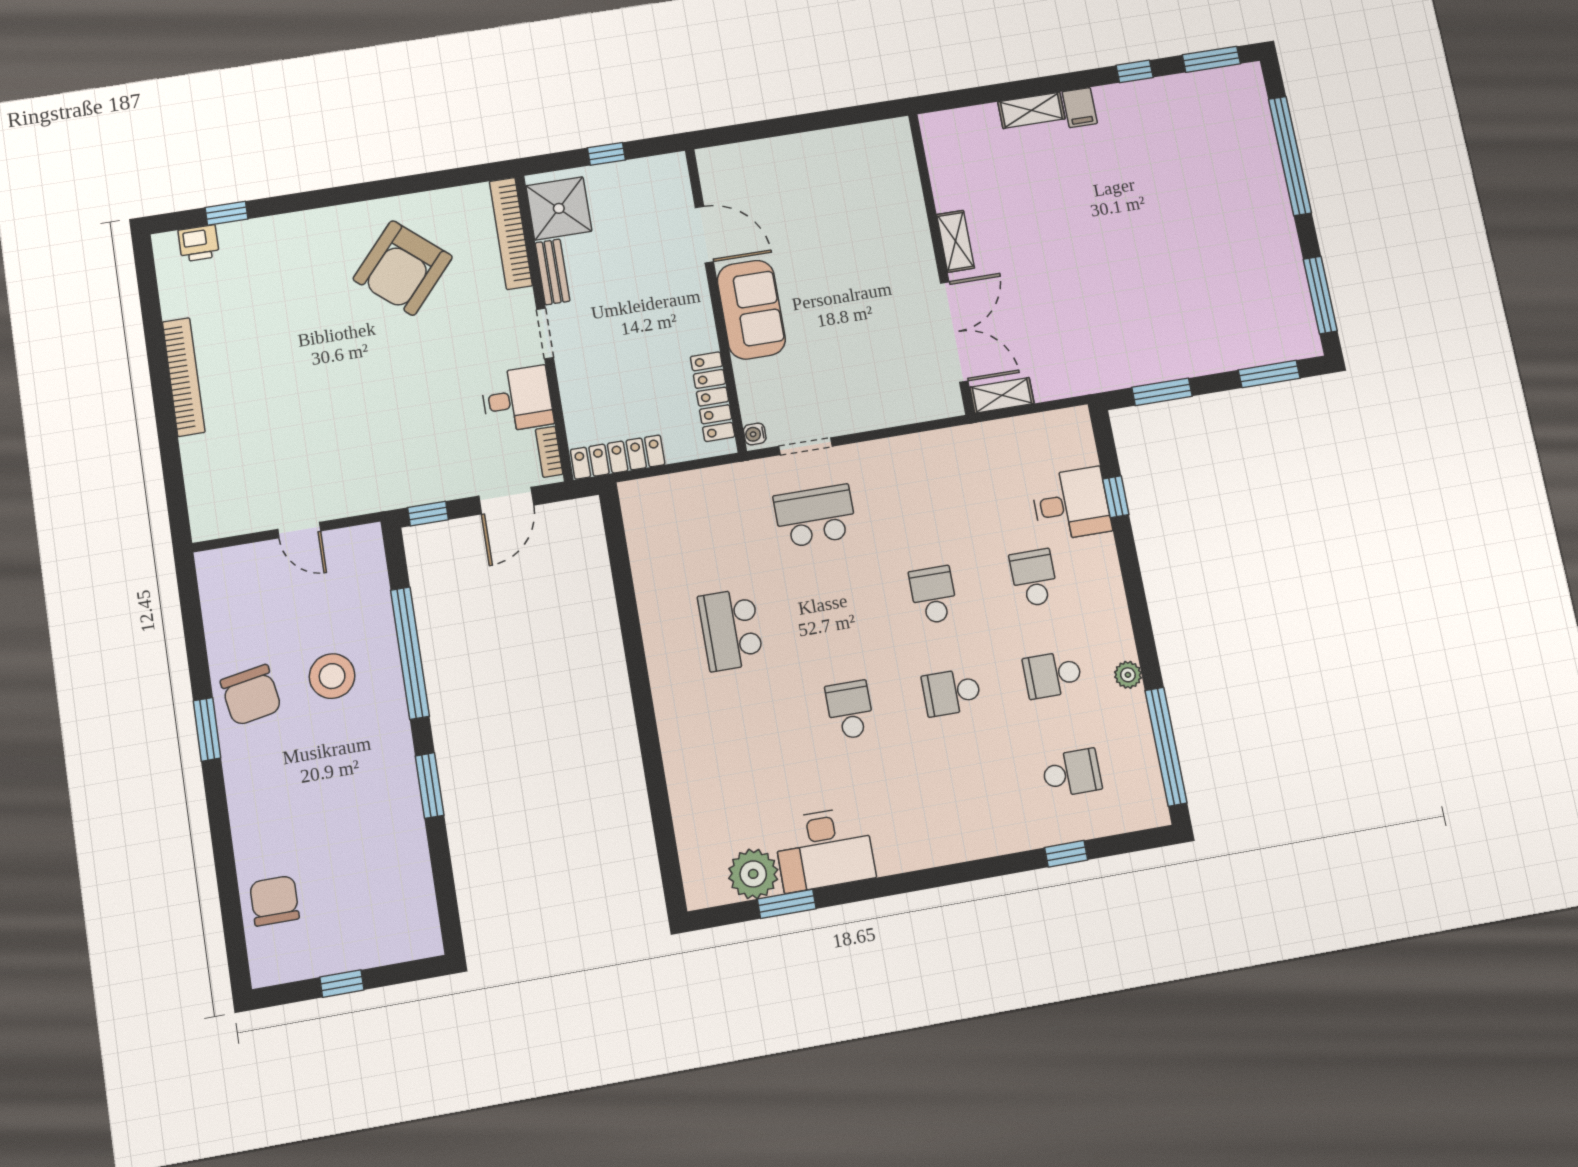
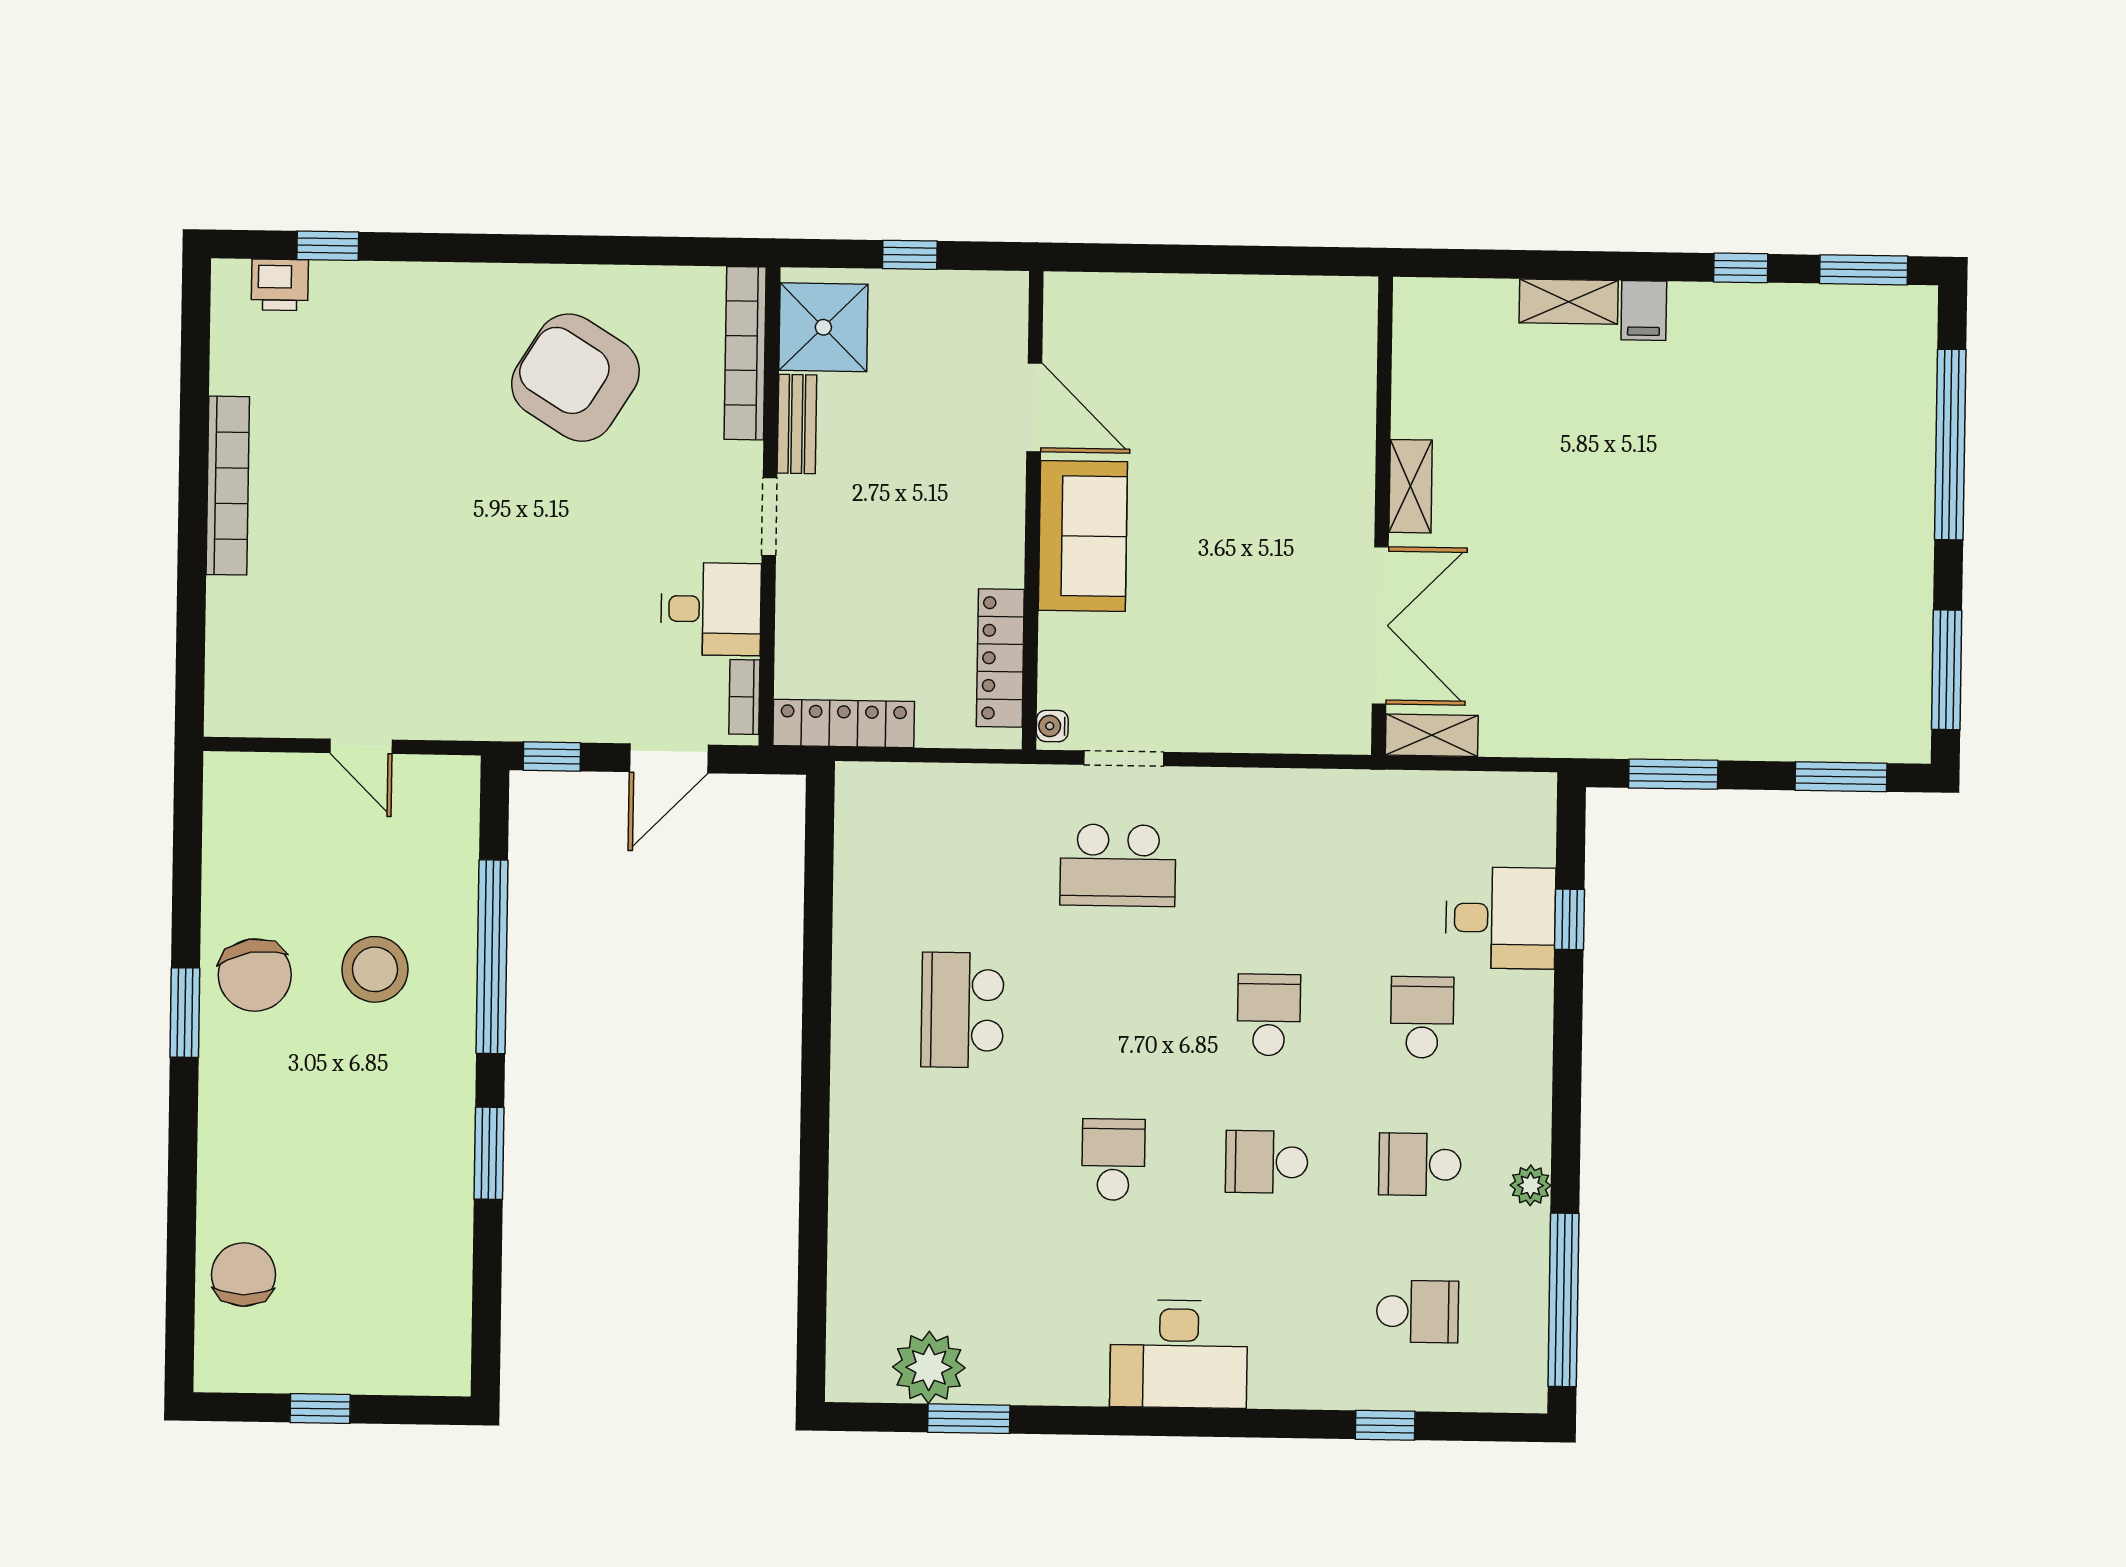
armchair: (403, 268) -> (575, 378), turned 81
school desk: (815, 516) -> (1118, 865), turned 180
desk: (824, 849) -> (1179, 1354), moved

